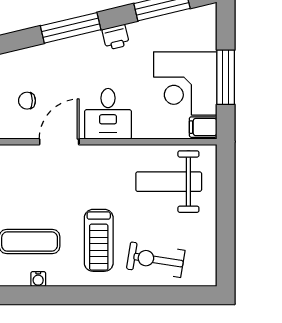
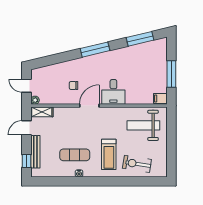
printer: (116, 37) -> (117, 54), removed
corner desk: (185, 83) -> (151, 77), removed

